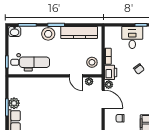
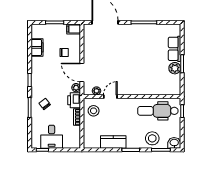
kitchen counter: (79, 32) -> (113, 142), width x0.67
stool: (48, 34) -> (152, 138), moved
door: (76, 76) -> (110, 97), hinge flipped

